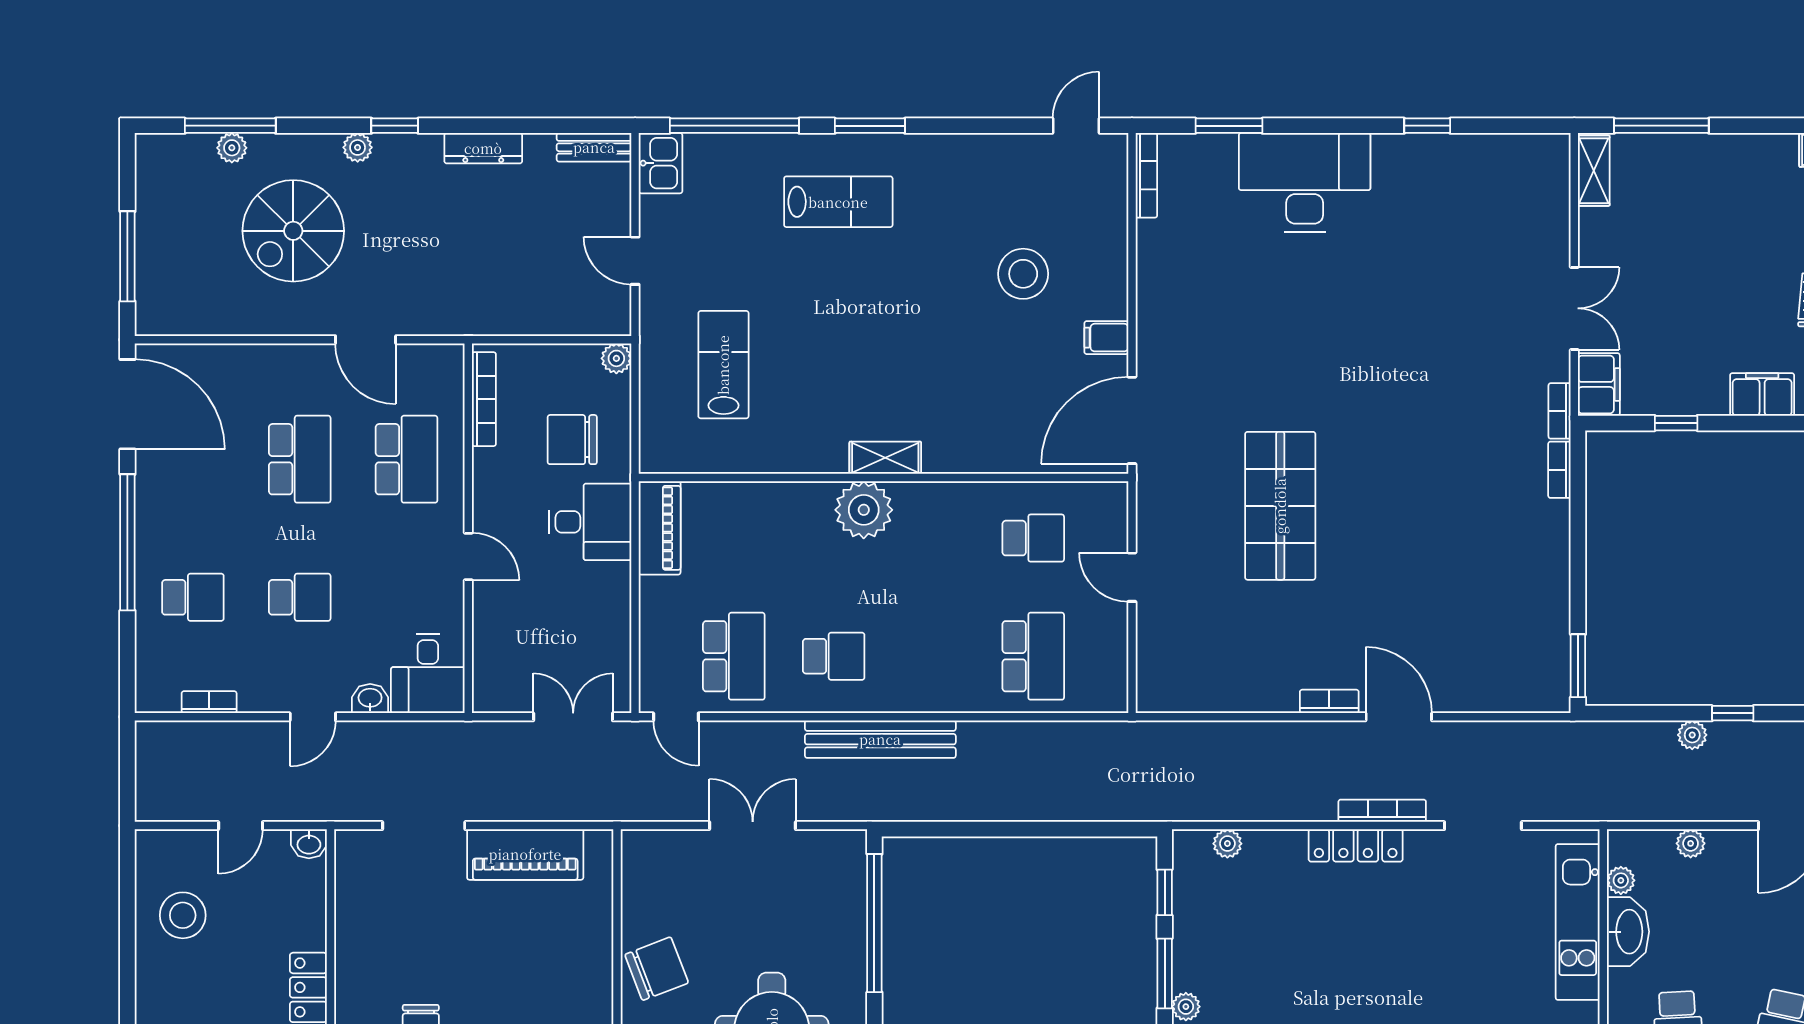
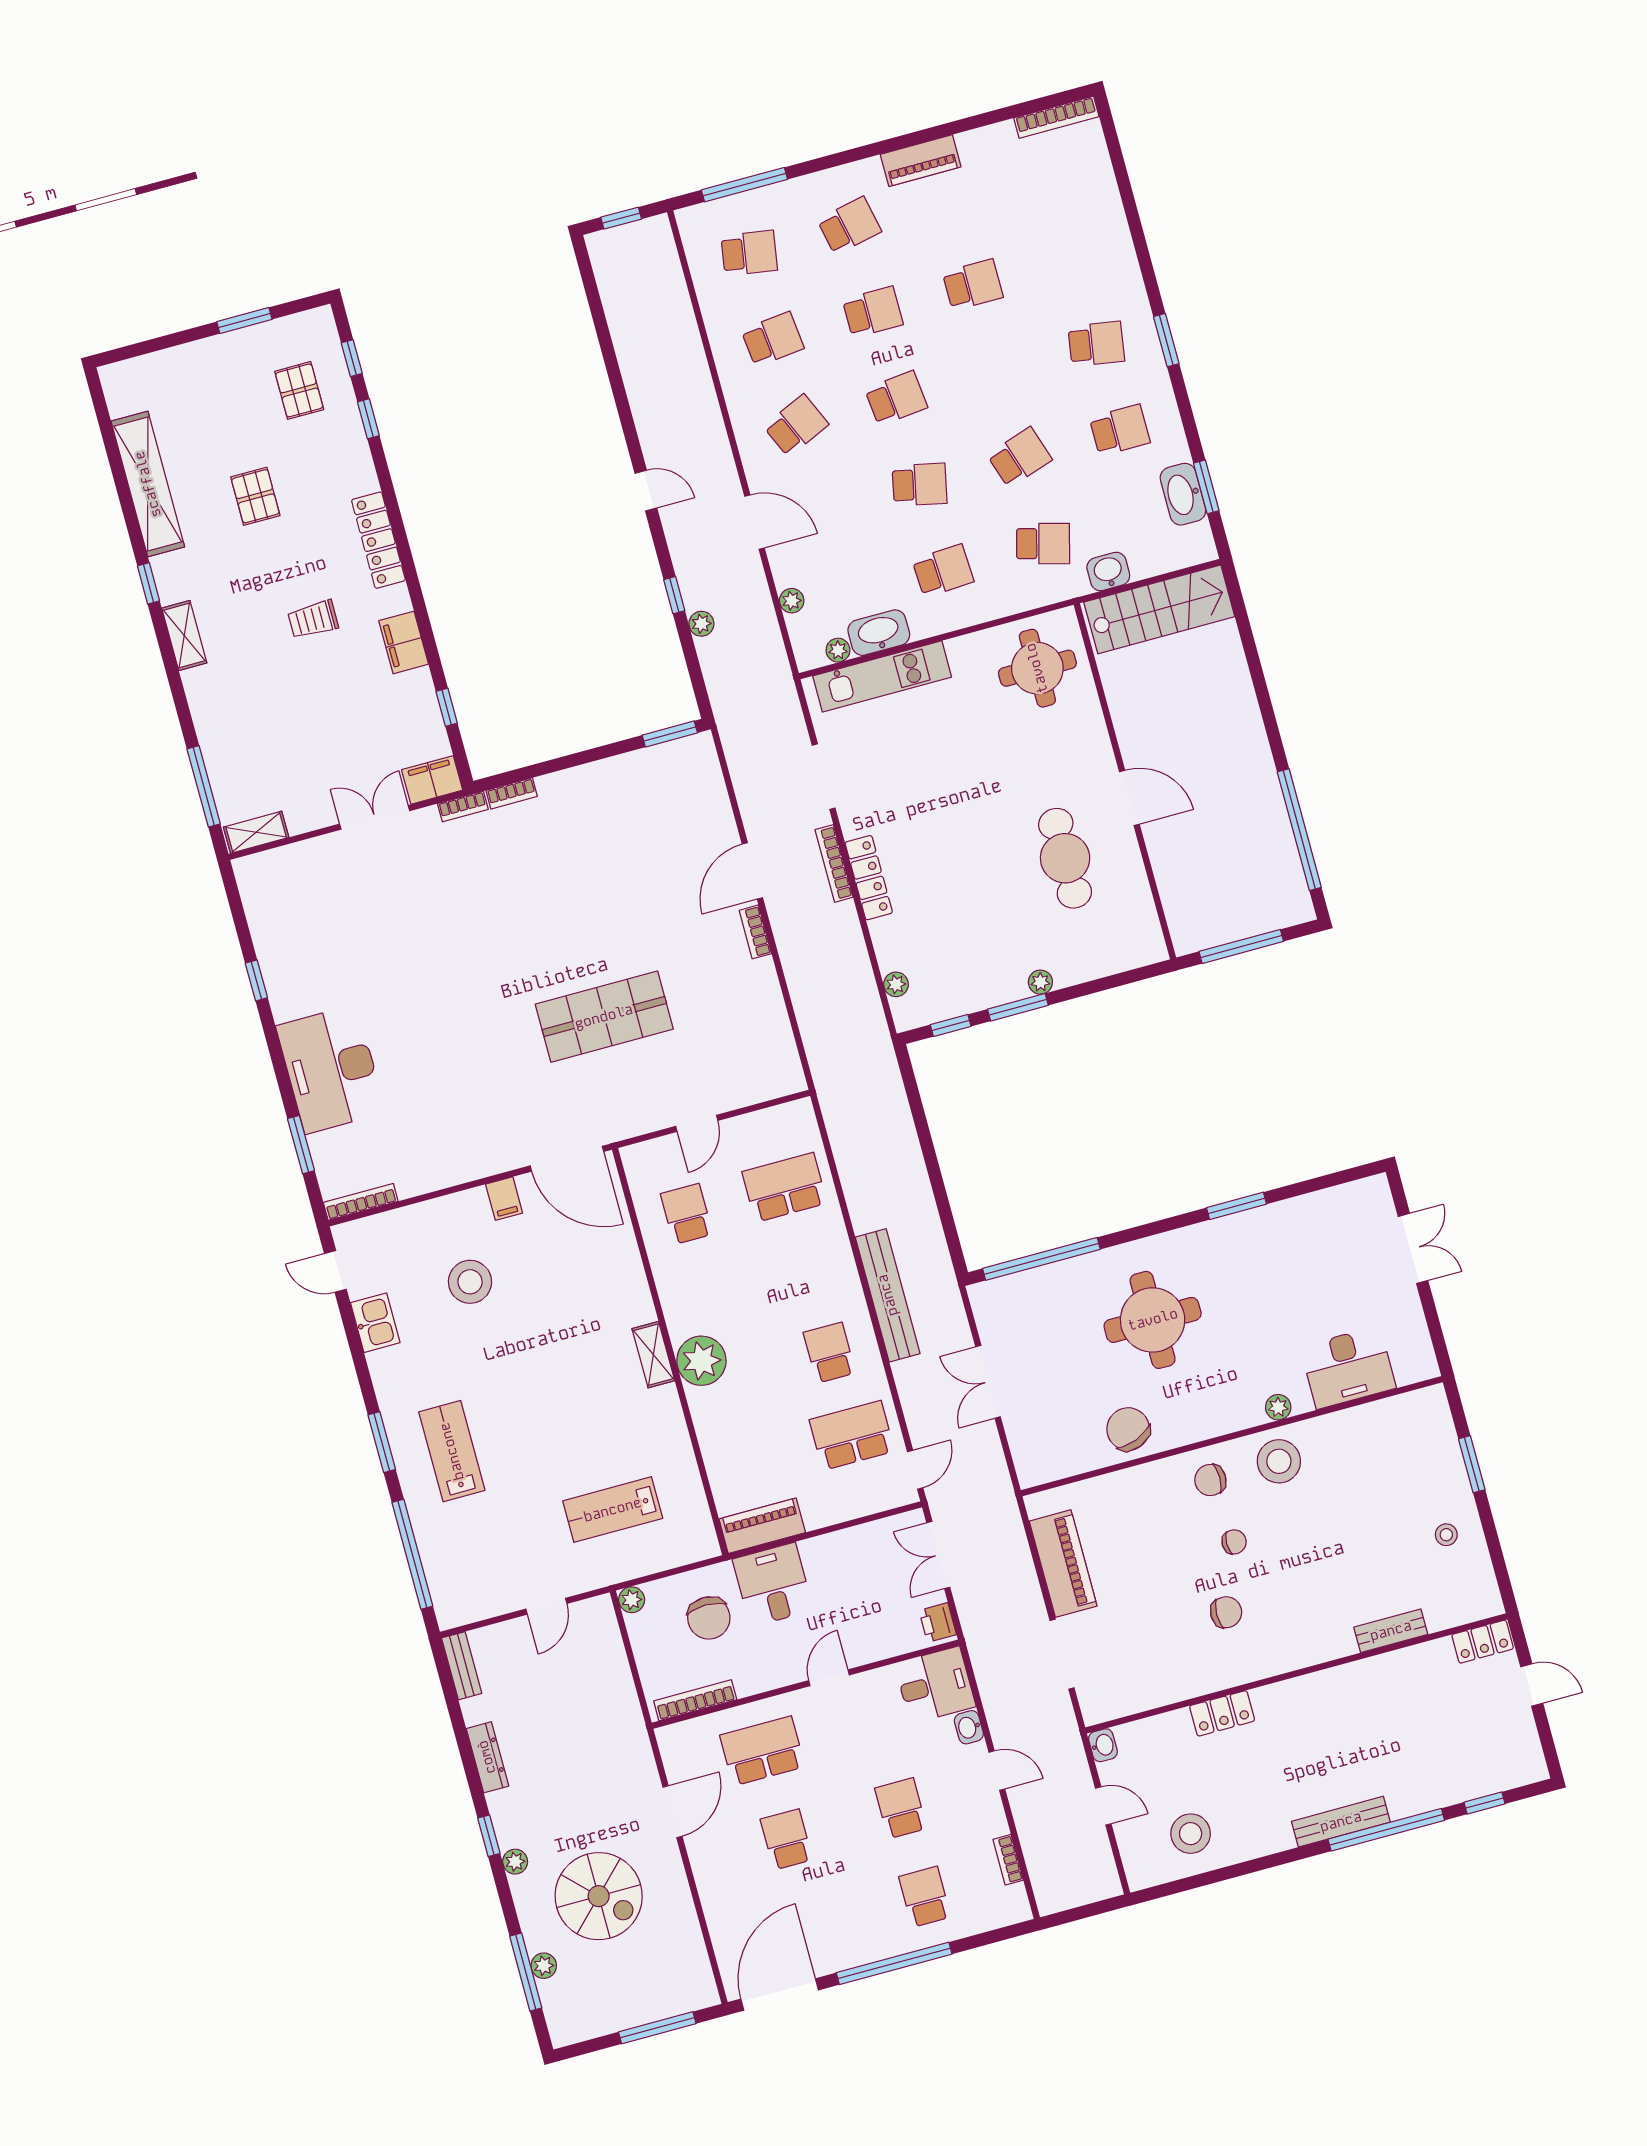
kitchen sink: (661, 163) -> (375, 1323), moved, turned 90
school desk: (300, 459) -> (786, 1839), width x0.54
printer: (497, 696) -> (938, 1622), added

